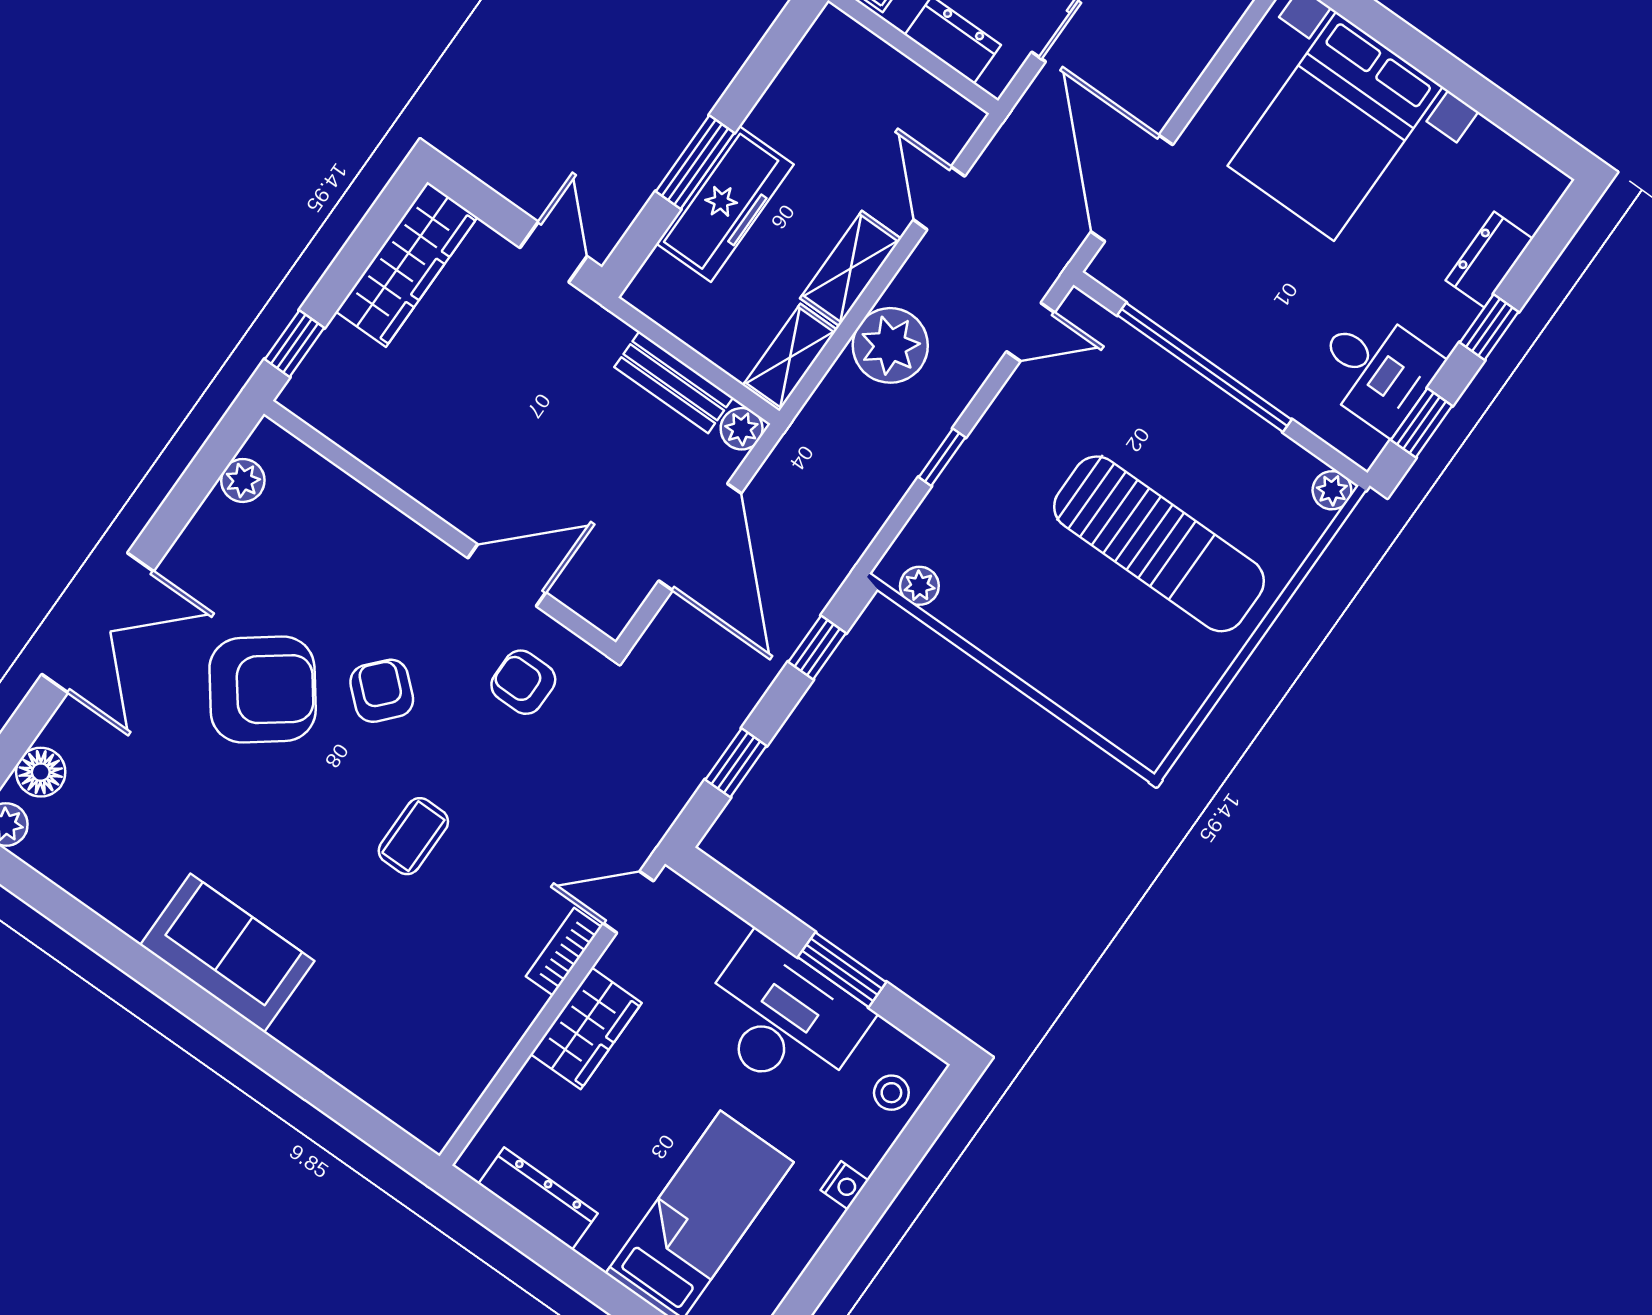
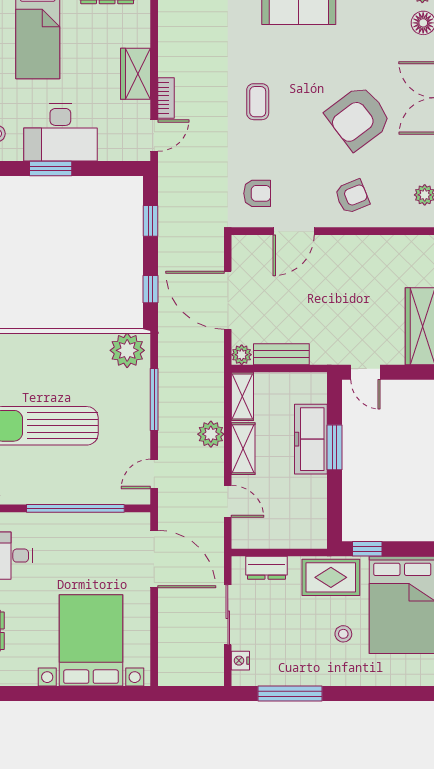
plant: (890, 345) -> (211, 434), width x0.73, depth x0.73
window: (942, 457) -> (154, 399), width x2.17
plant: (919, 586) -> (127, 350), width x1.88, depth x1.88
armchair: (382, 691) -> (352, 196), moved, turned -64

